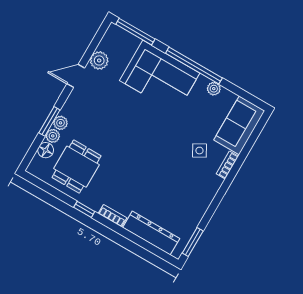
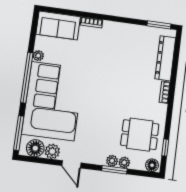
floor lamp: (111, 43) -> (35, 148), added
corner sofa: (160, 77) -> (53, 101), width x1.36, depth x1.36
floor lamp: (46, 150) -> (152, 165), moved
side table: (199, 151) -> (89, 47), removed
window: (84, 209) -> (165, 148), moved

